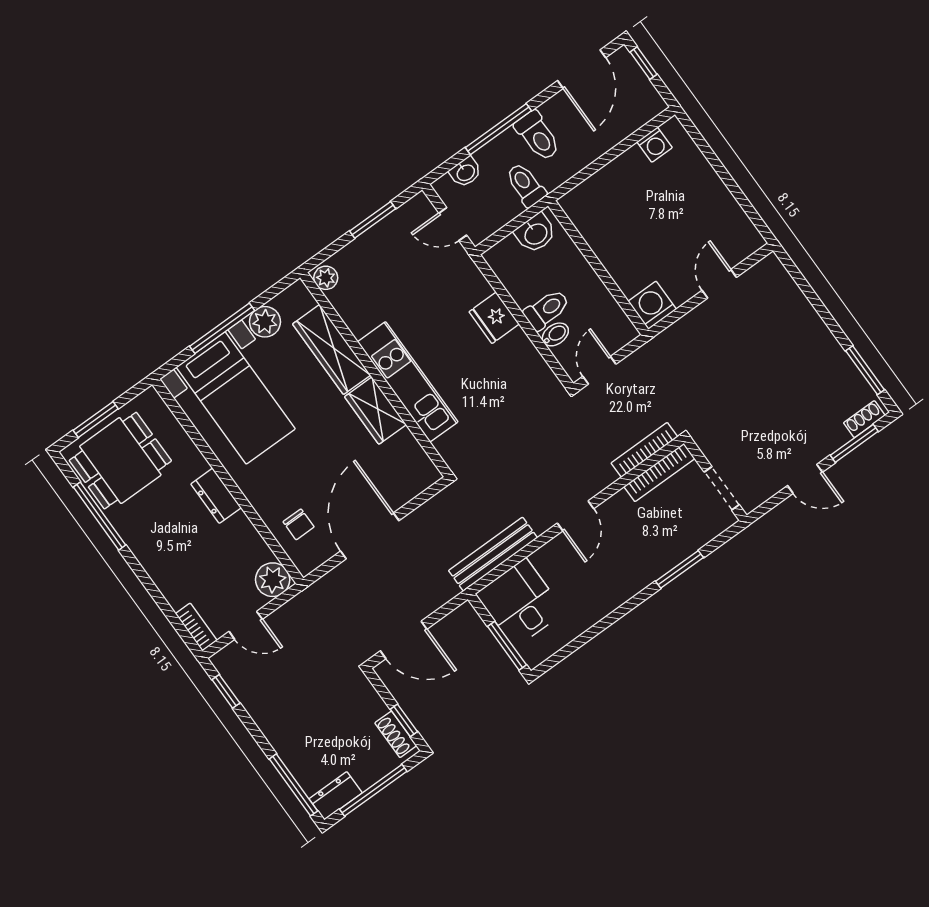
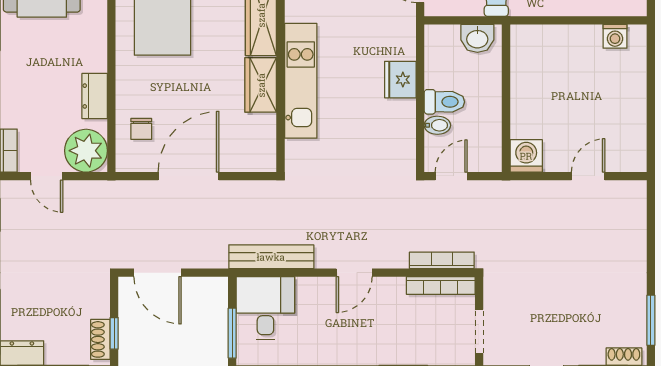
dresser: (216, 496) -> (95, 96), moved
plant: (273, 580) -> (86, 151), width x1.36, depth x1.36

